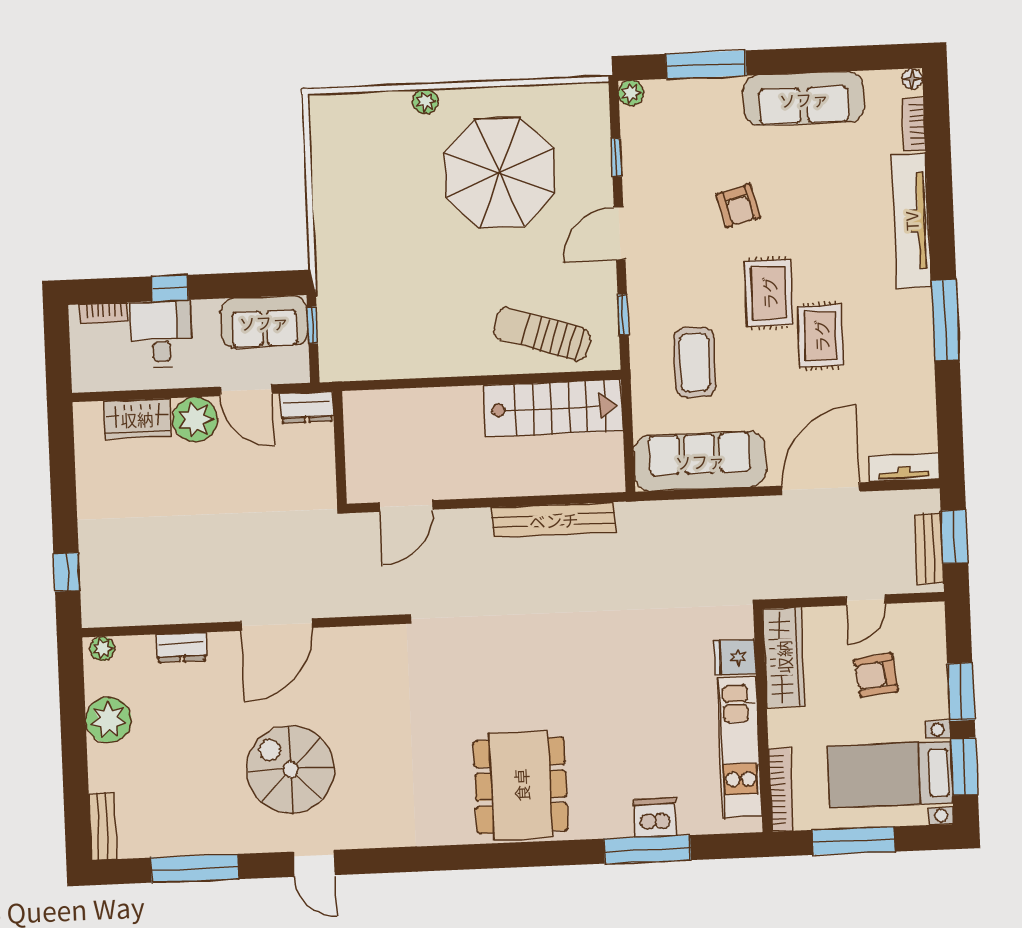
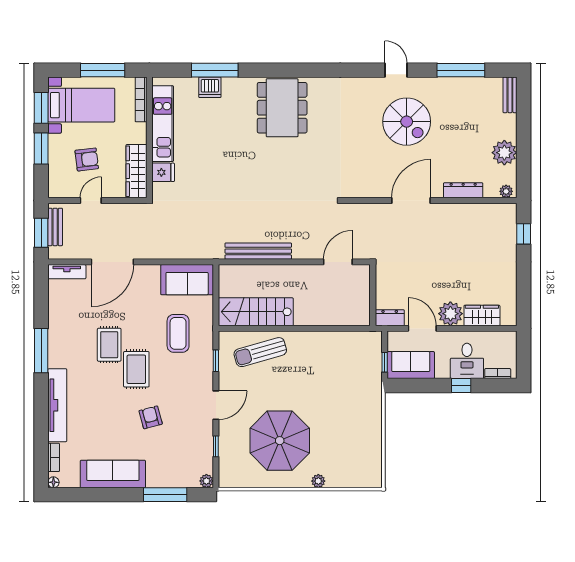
sun lounger: (542, 334) -> (260, 352), turned 146
sofa: (700, 461) -> (187, 280), width x0.73
dresser: (181, 647) -> (463, 190), width x1.44

